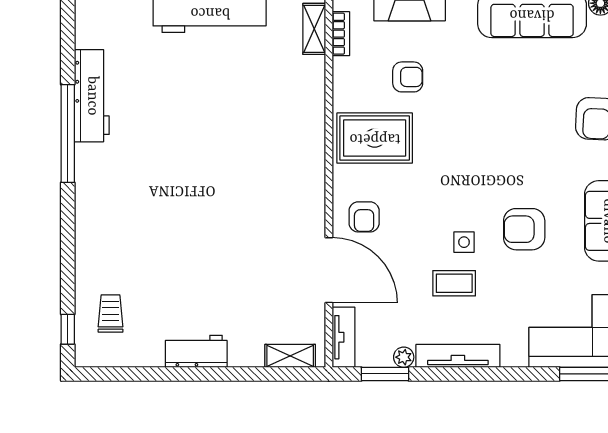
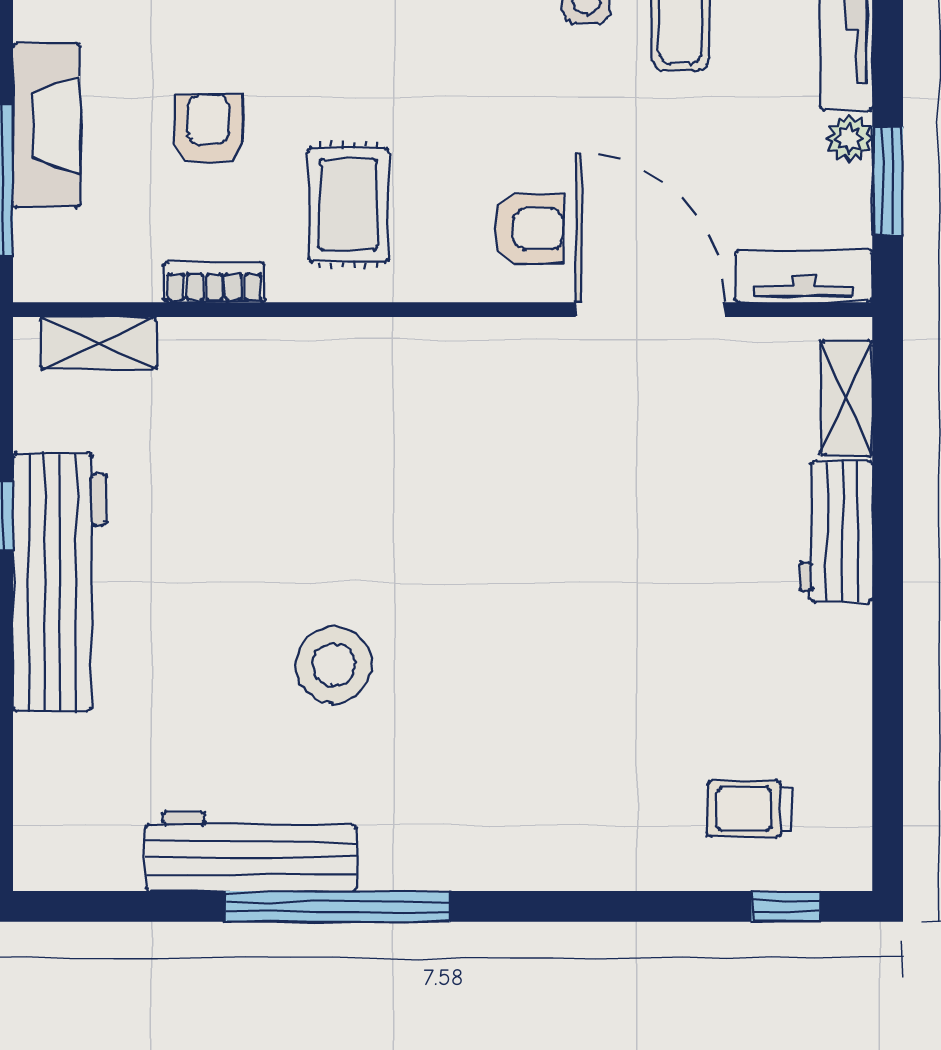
bookcase: (341, 34) -> (214, 282), moved
stool: (173, 132) -> (334, 665), added
rug: (375, 138) -> (348, 205), width x0.73, depth x0.70
door: (329, 270) -> (650, 310), hinge flipped
workbench: (196, 351) -> (836, 531), moved

